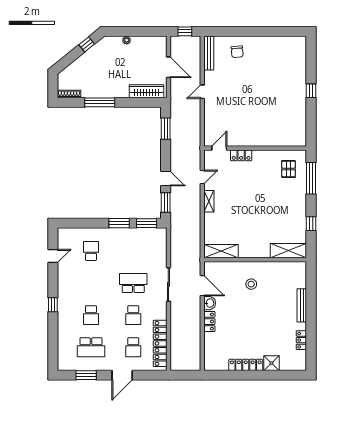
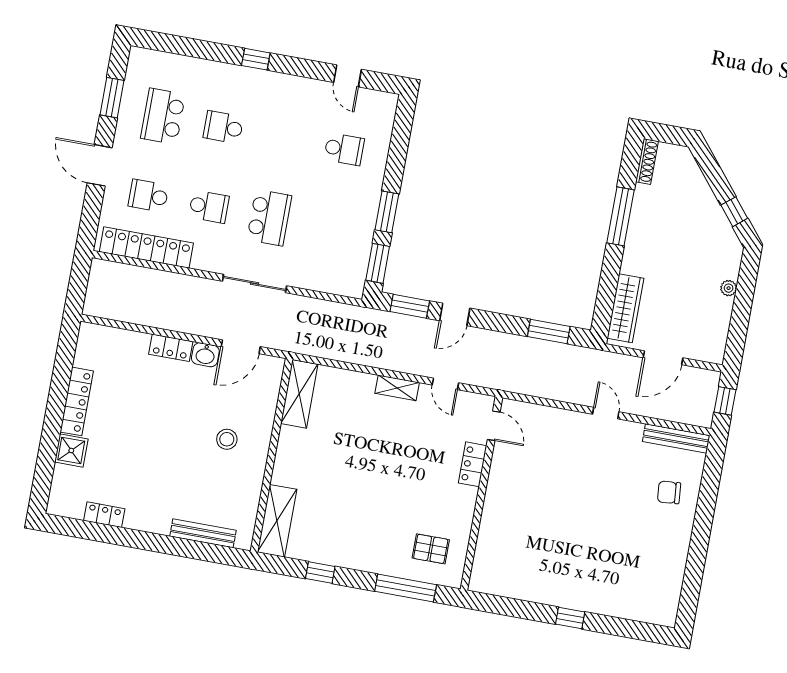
bench: (302, 305) -> (203, 533), moved
school desk: (133, 315) -> (209, 207), turned 180

